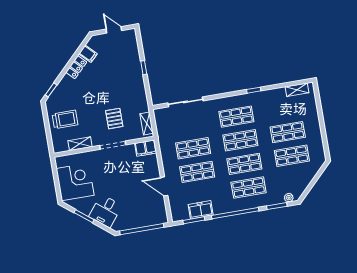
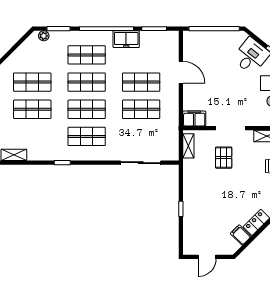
door: (114, 30) -> (207, 257), hinge flipped
freezer: (201, 210) -> (126, 39), moved

